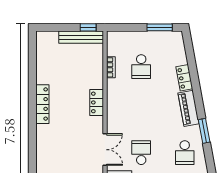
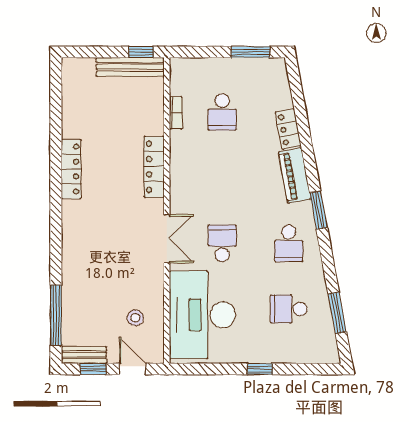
locker: (97, 102) -> (154, 167), width x1.53

